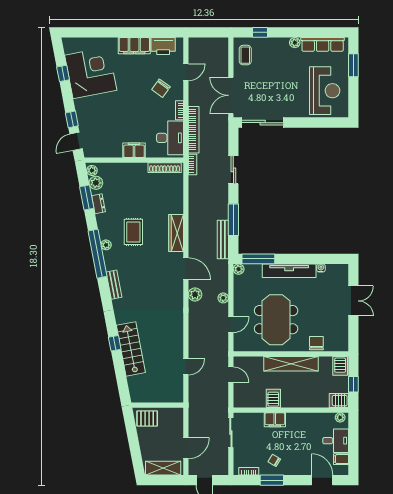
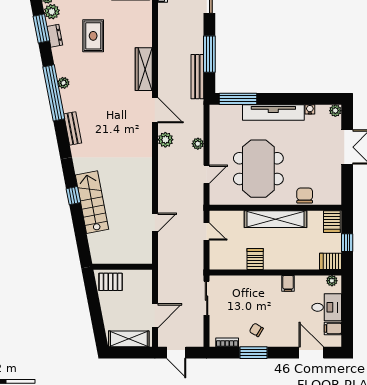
rug: (133, 232) -> (93, 36), moved
plant: (239, 269) -> (335, 111), moved
filing cabinet: (275, 420) -> (288, 283), moved, width x0.50

